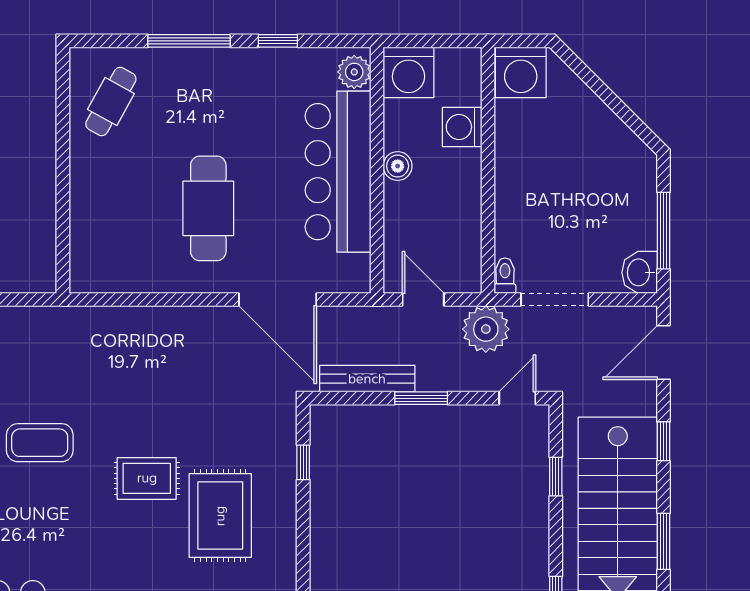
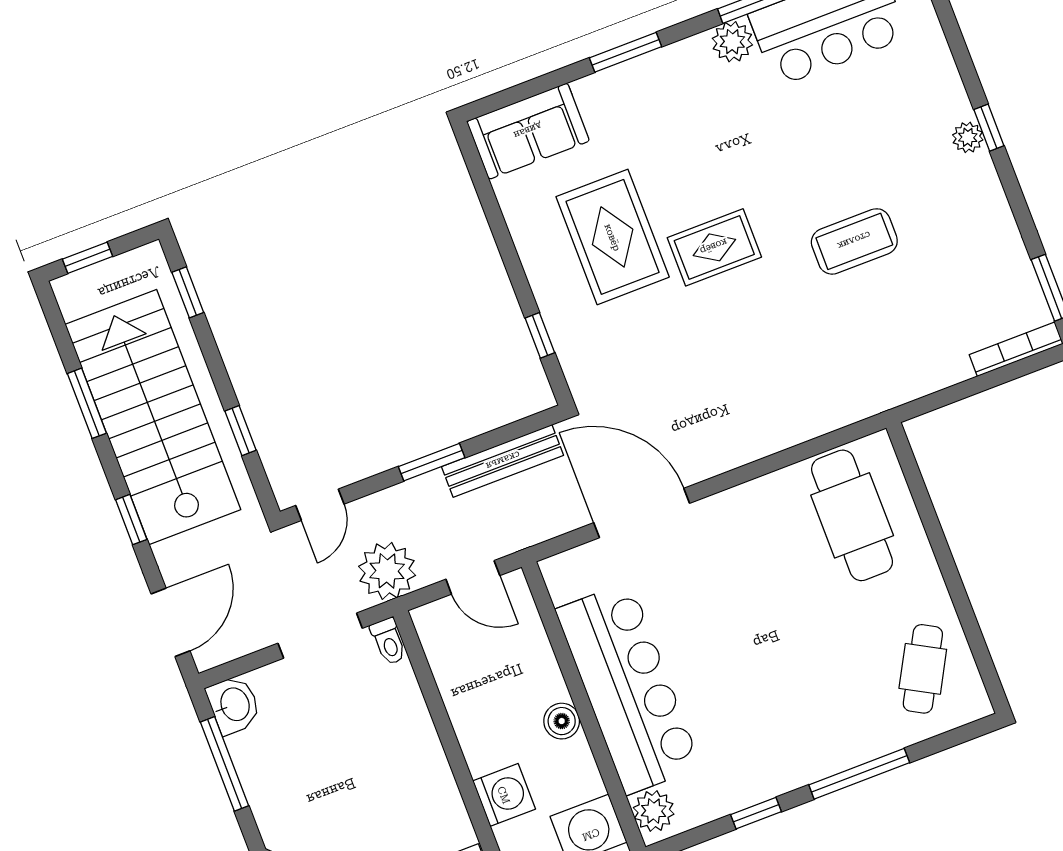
cafe table: (208, 208) -> (852, 515), moved

